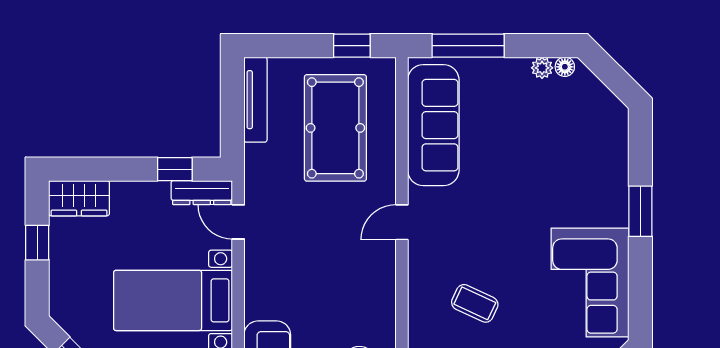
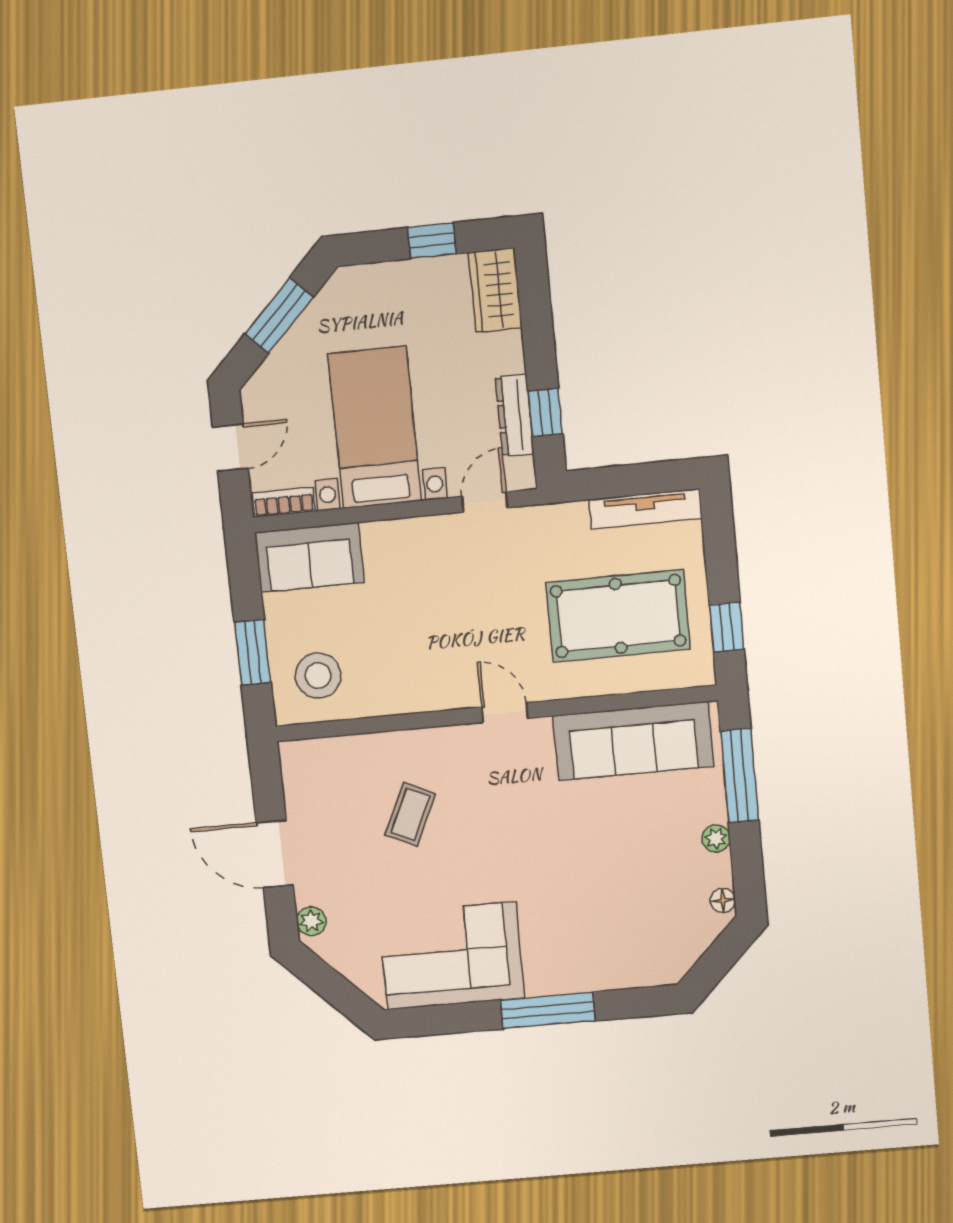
plant: (542, 68) -> (716, 838), moved
dresser: (202, 193) -> (515, 415), moved
window: (640, 211) -> (548, 1010), width x1.44

